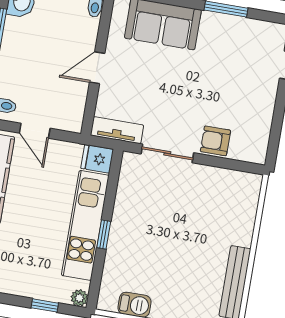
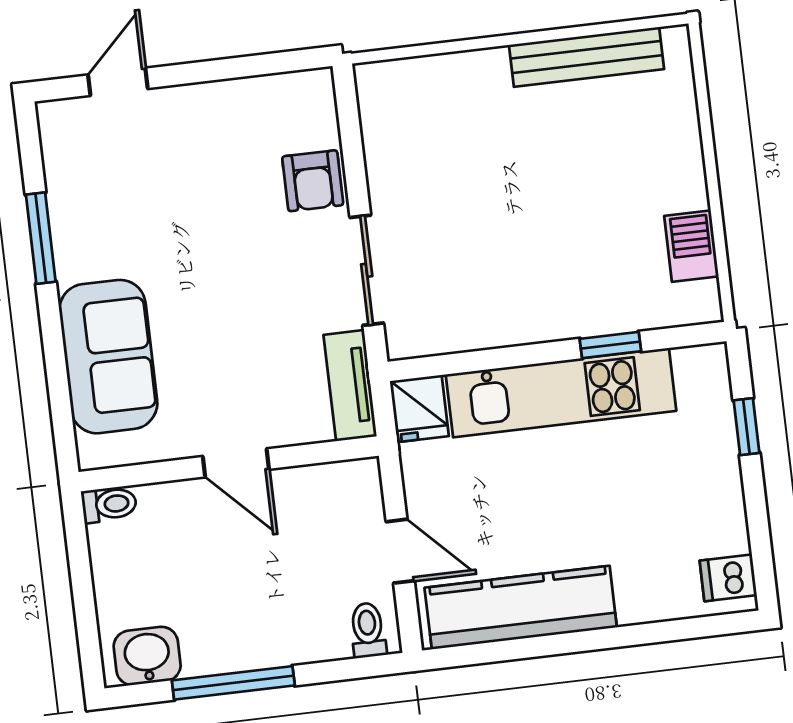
door: (35, 131) -> (400, 551), hinge flipped
window: (104, 235) -> (610, 345), moved
plant: (79, 298) -> (711, 361), removed

